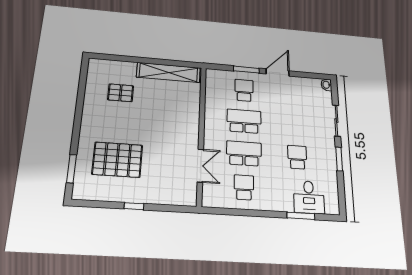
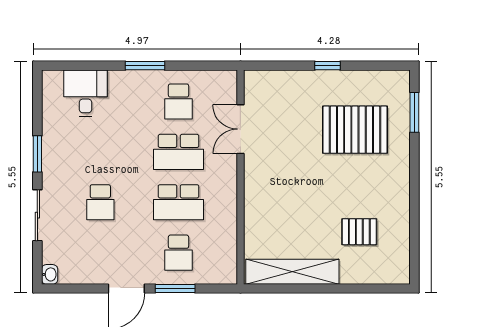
school desk: (297, 157) -> (100, 202), moved
window: (301, 216) -> (145, 66), moved

